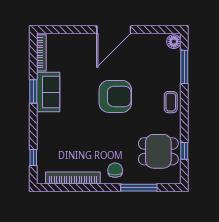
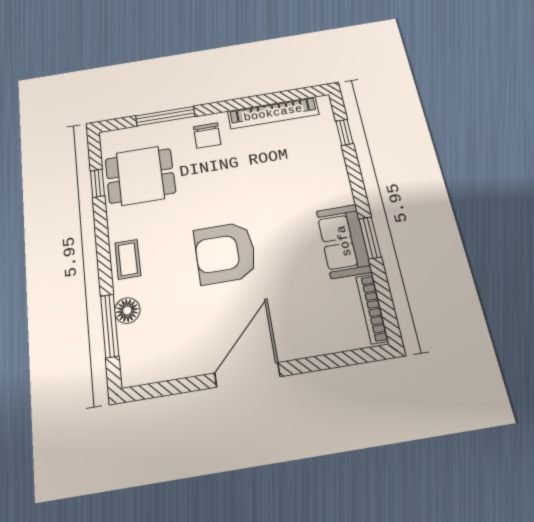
floor lamp: (174, 42) -> (127, 311), moved

